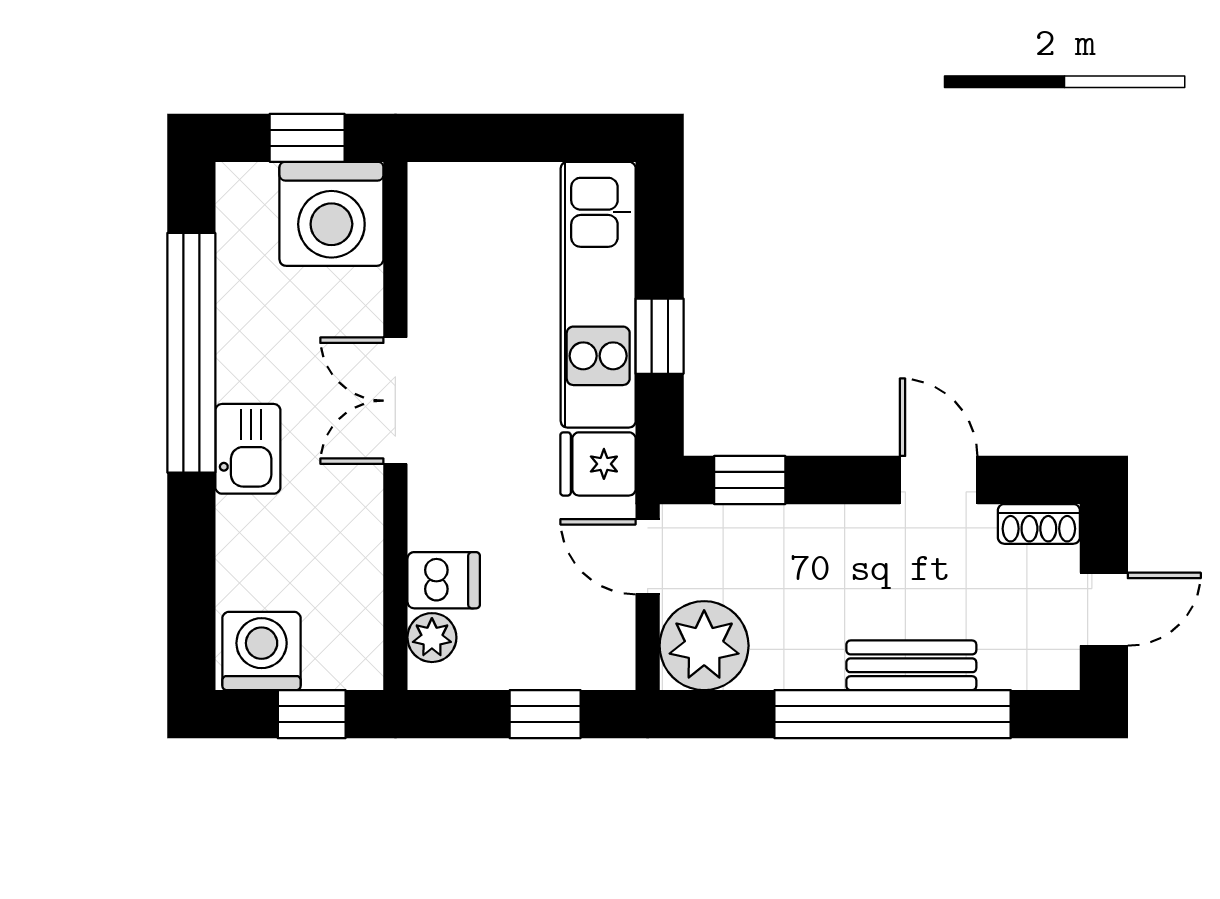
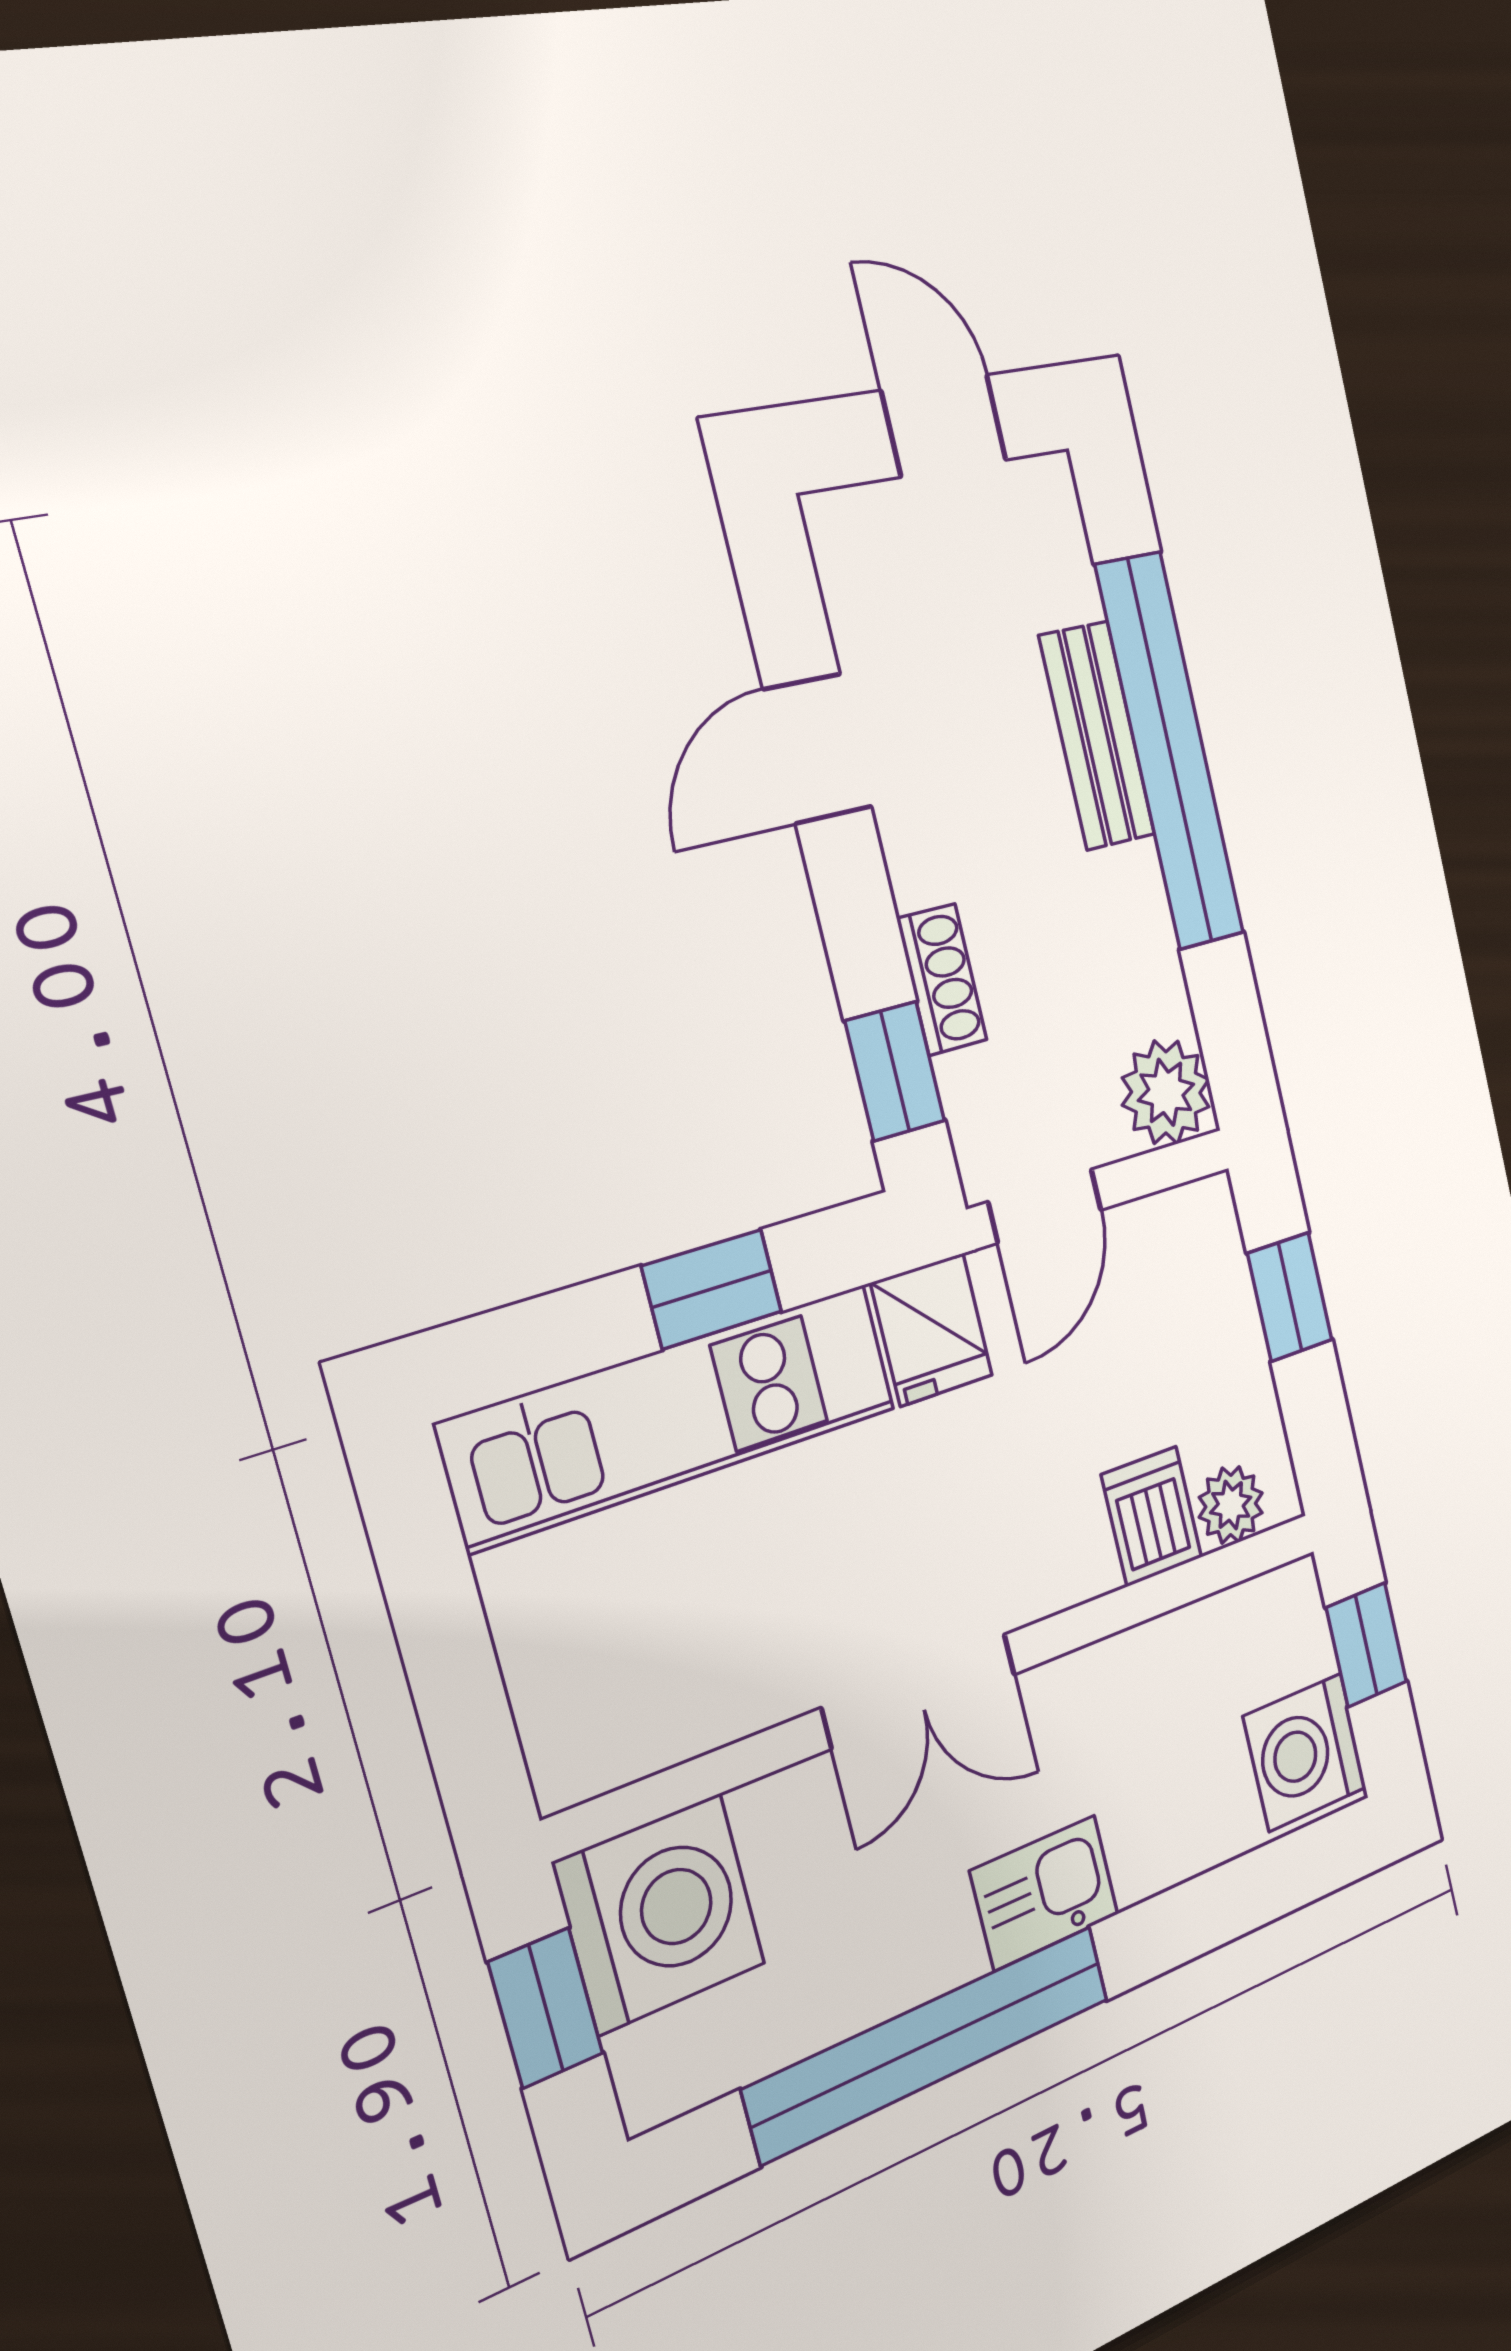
shoe rack: (1039, 524) -> (942, 980), moved
plant: (704, 646) -> (1166, 1092), width x0.73, depth x0.73

